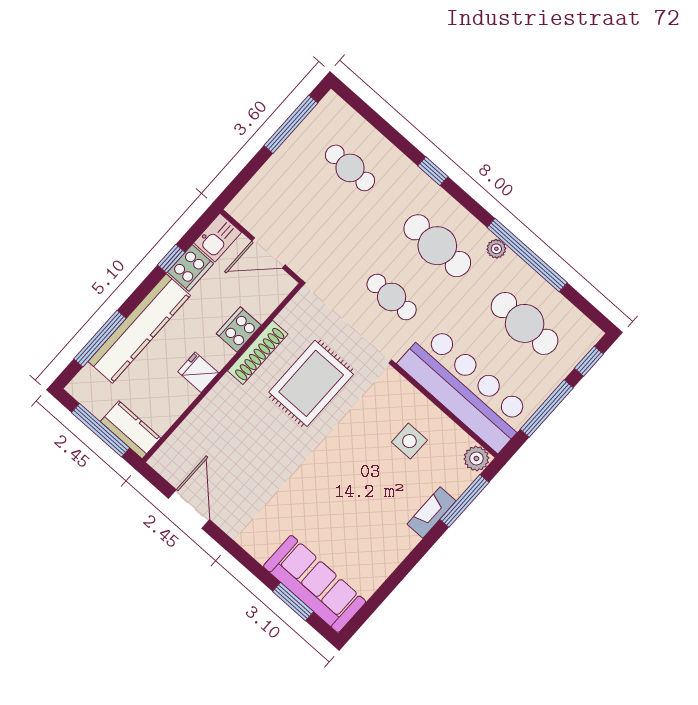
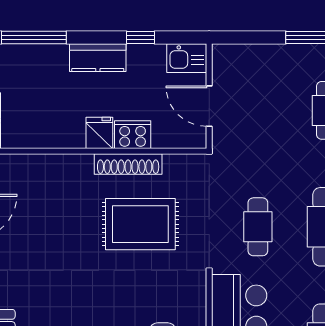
cooker: (190, 268) -> (146, 58), removed
kitchen counter: (139, 328) -> (98, 58), width x0.48, depth x0.86
fridge: (198, 372) -> (99, 133), moved

